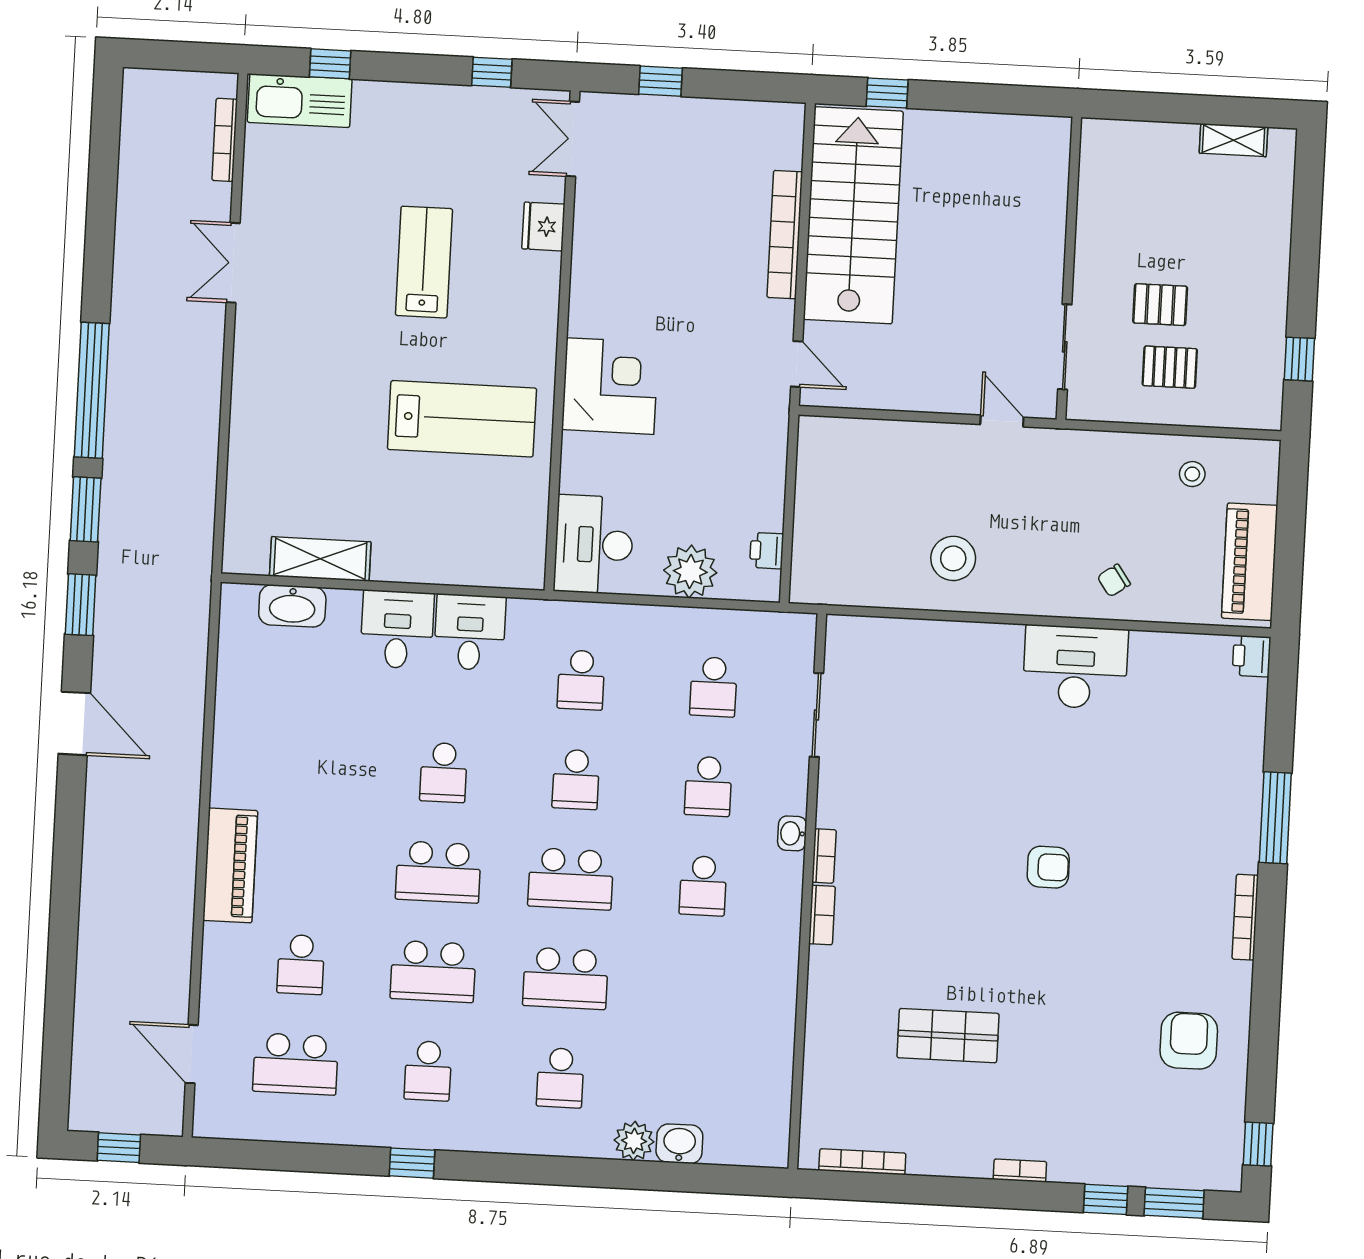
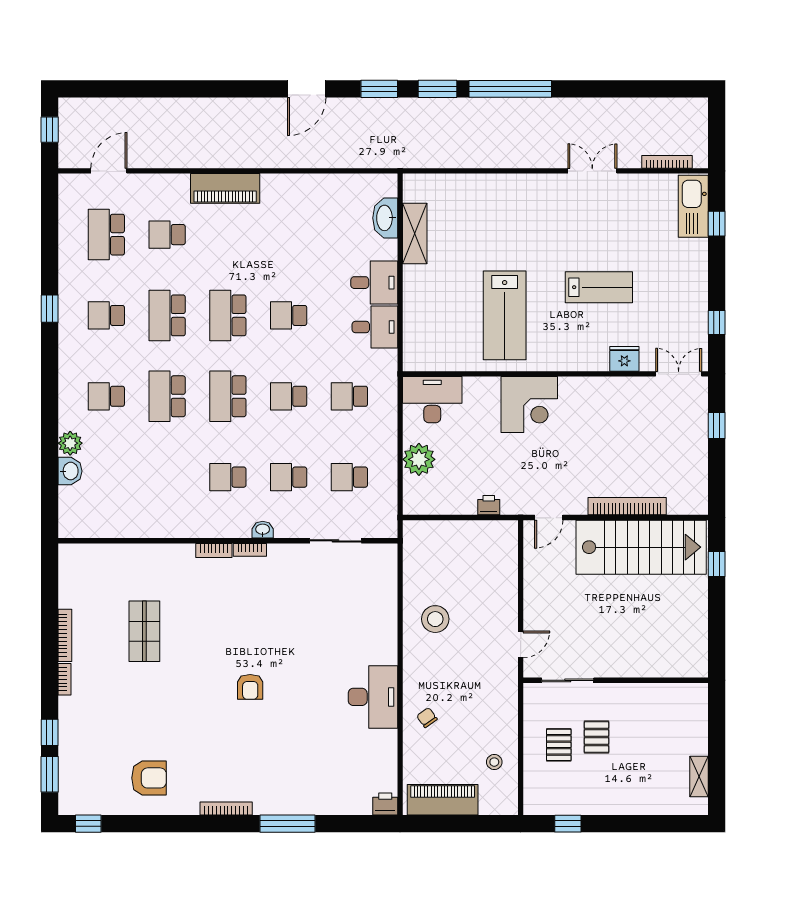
printer: (767, 551) -> (489, 505), moved
bookcase: (862, 1162) -> (65, 635), moved

